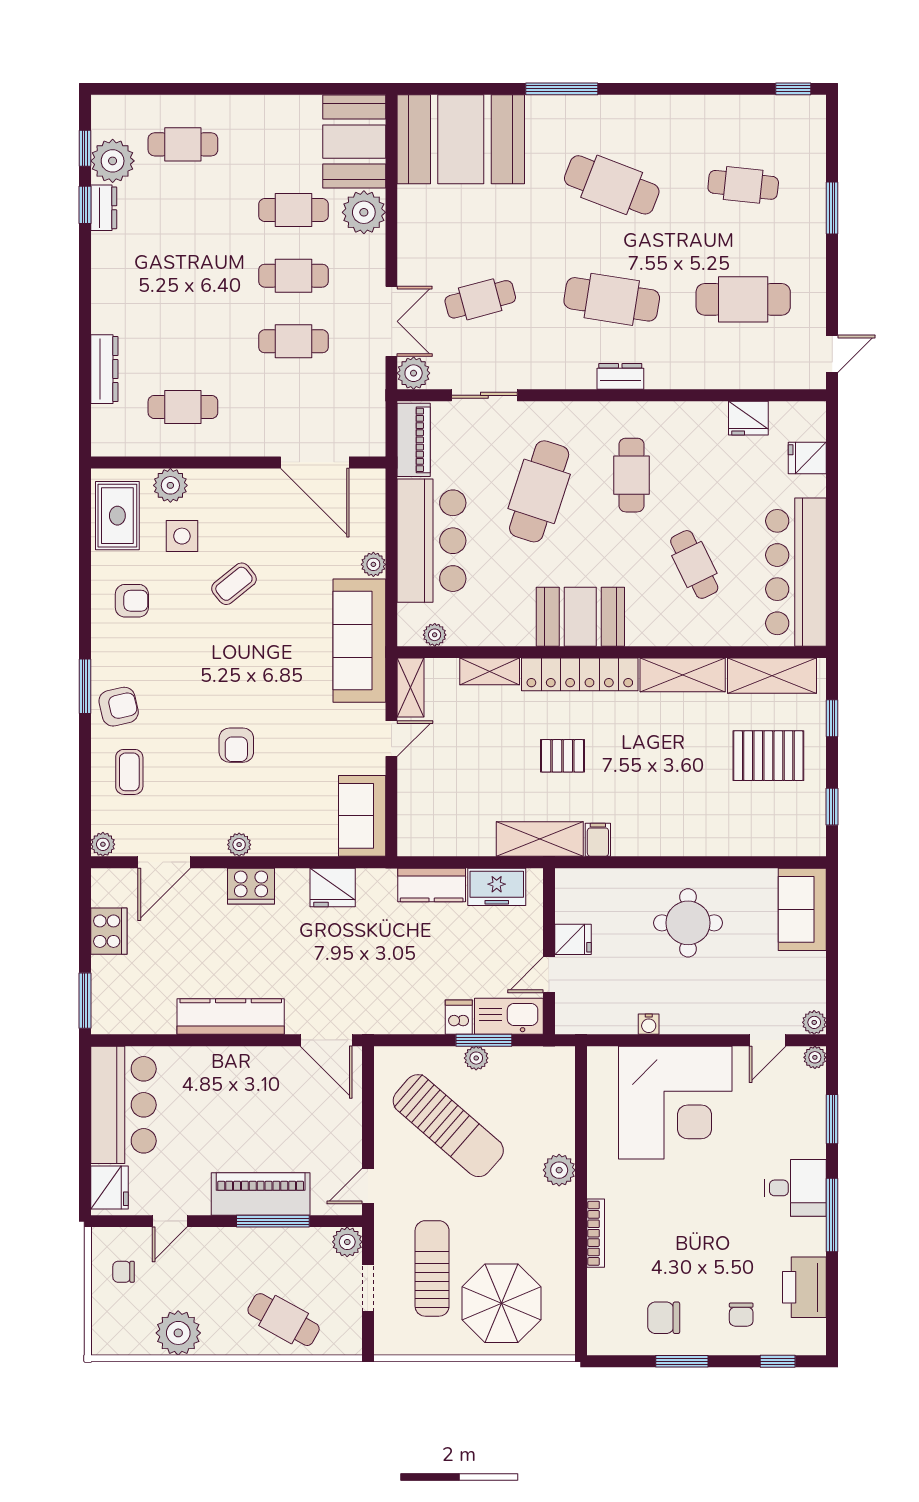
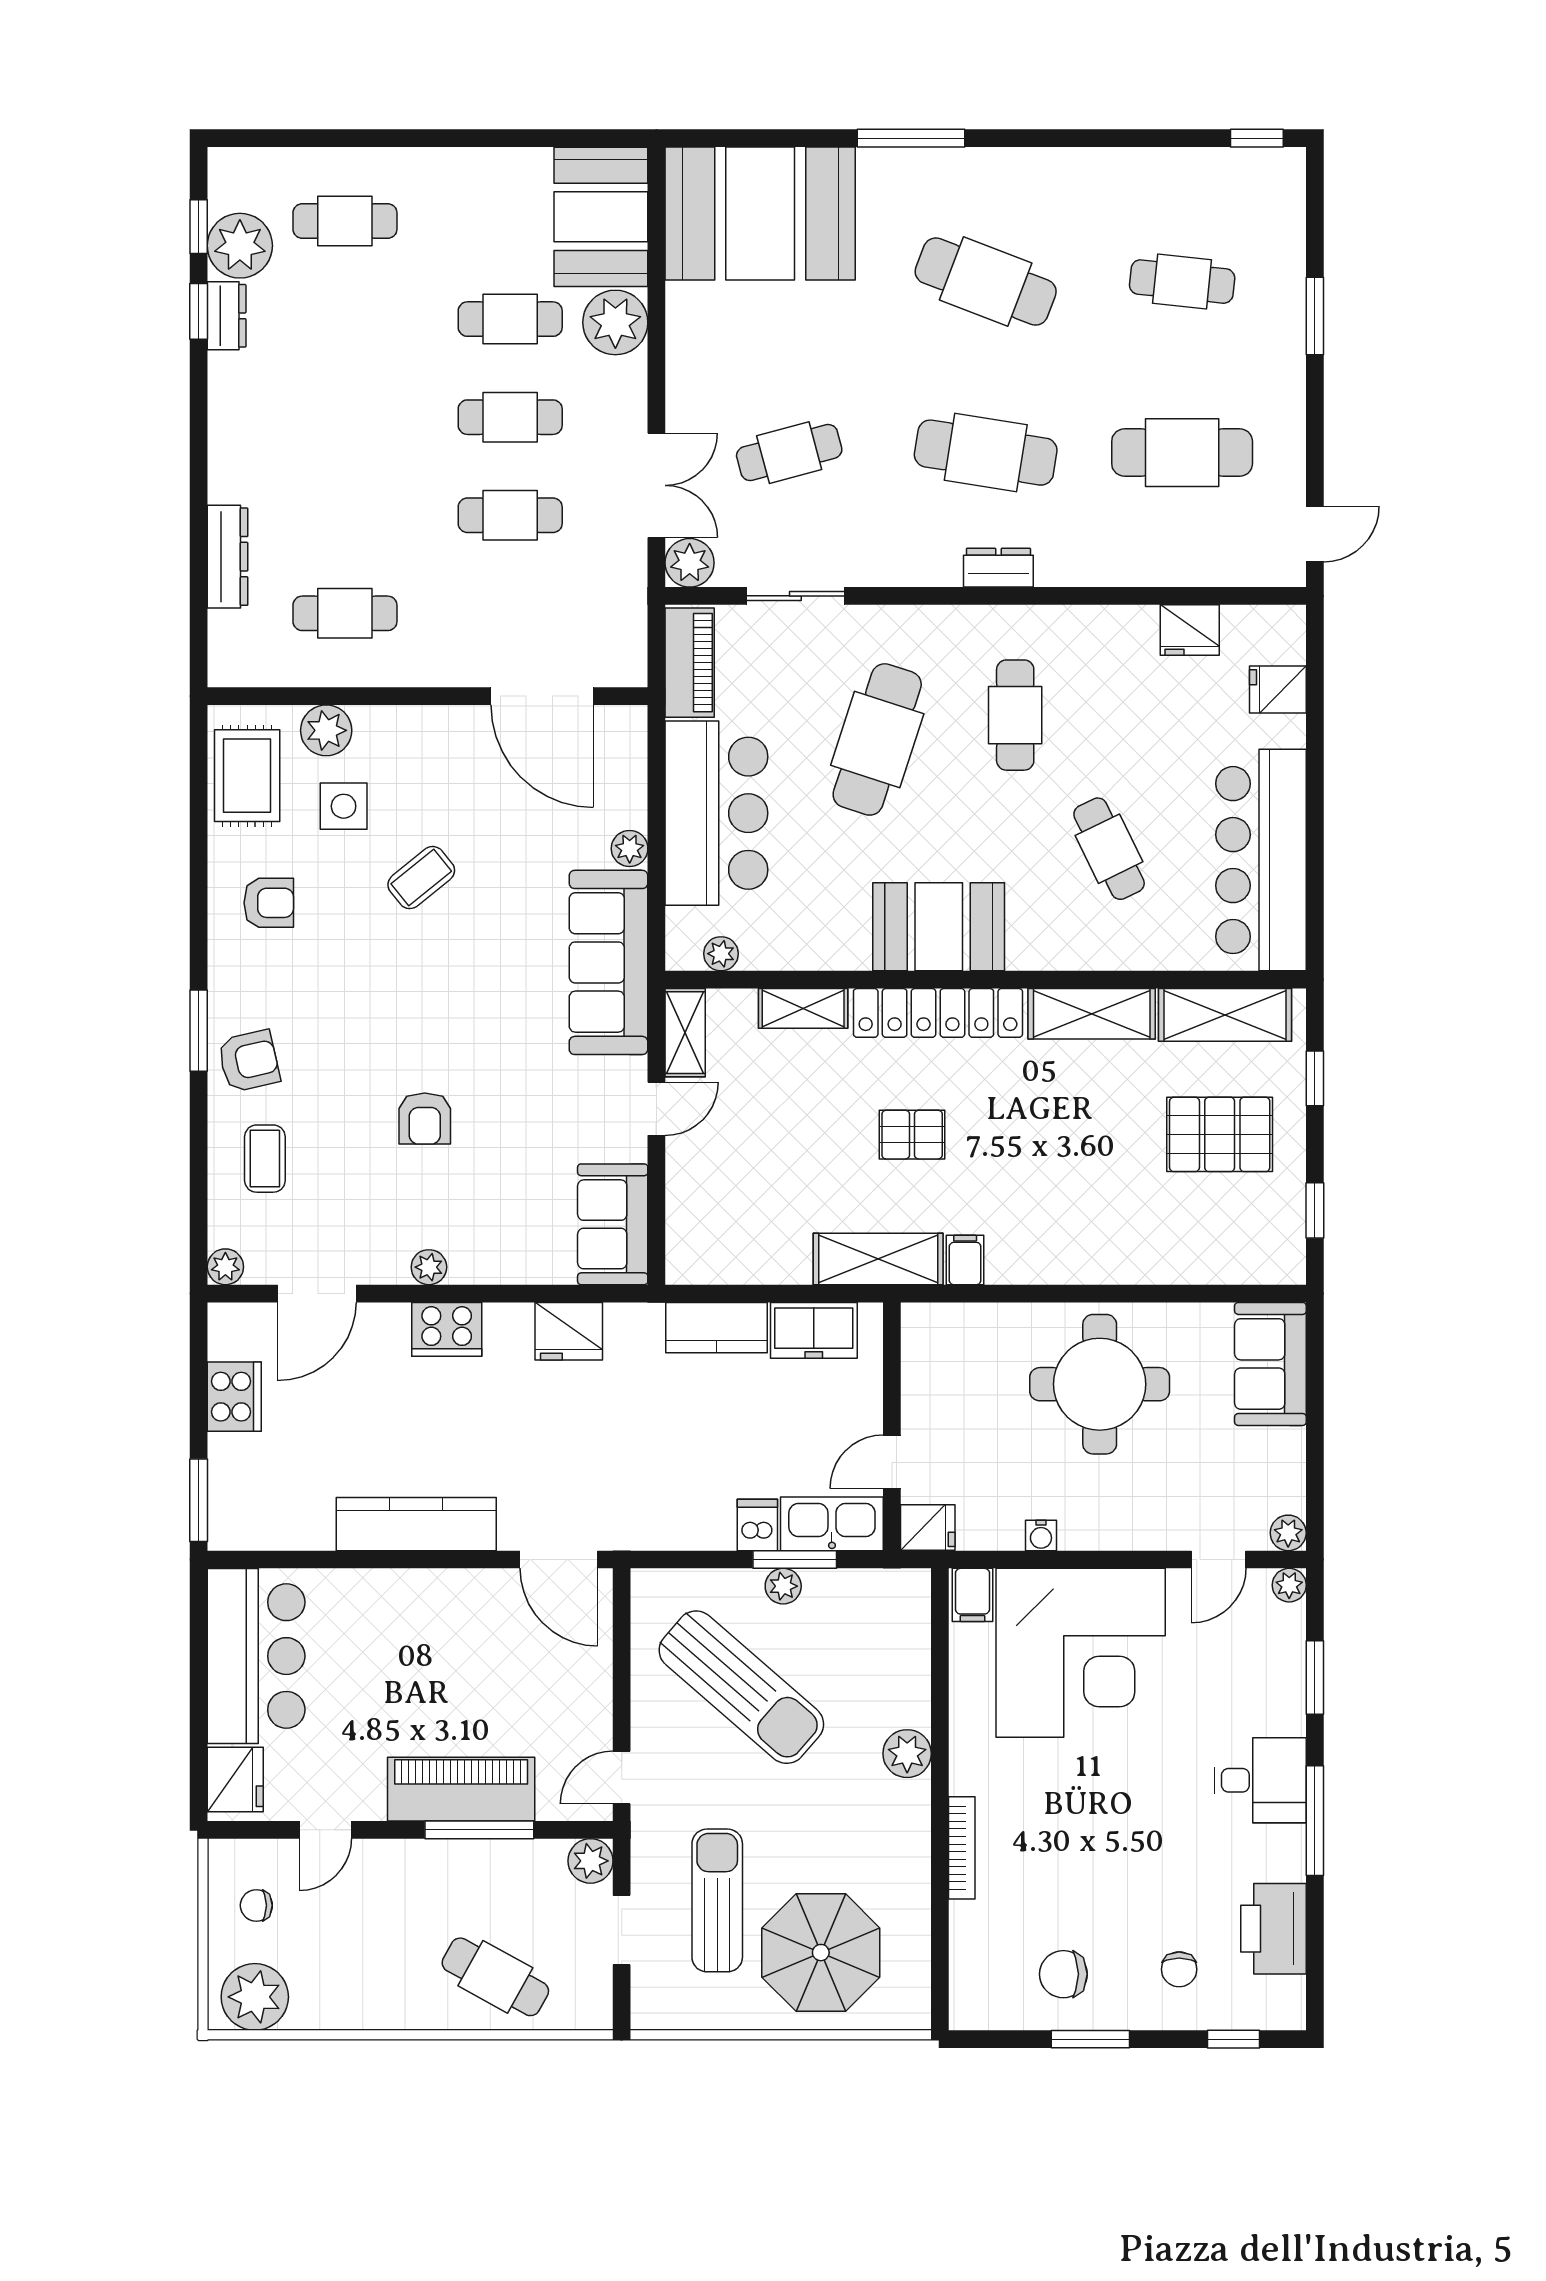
round table: (688, 923) -> (1100, 1384), width x1.36, depth x1.36
fridge: (573, 939) -> (928, 1528), moved
filing cabinet: (603, 1064) -> (973, 1595), added
plant: (178, 1333) -> (255, 1997), moved

